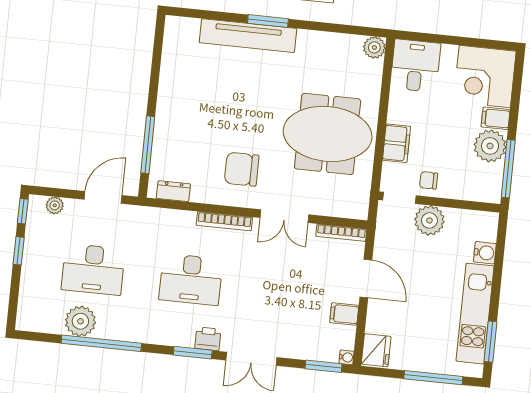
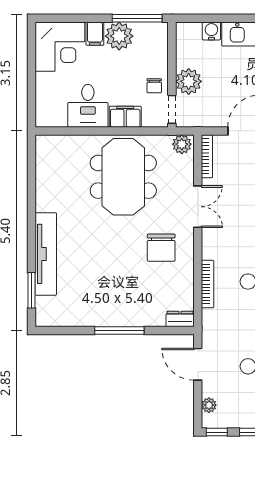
window: (268, 21) -> (32, 290), moved
plant: (374, 47) -> (182, 144), moved
desk: (415, 66) -> (88, 106), moved, turned -90
window: (148, 145) -> (119, 330), moved
dresser: (173, 191) -> (180, 319), moved, turned 90
bookcase: (224, 221) -> (208, 284), moved

